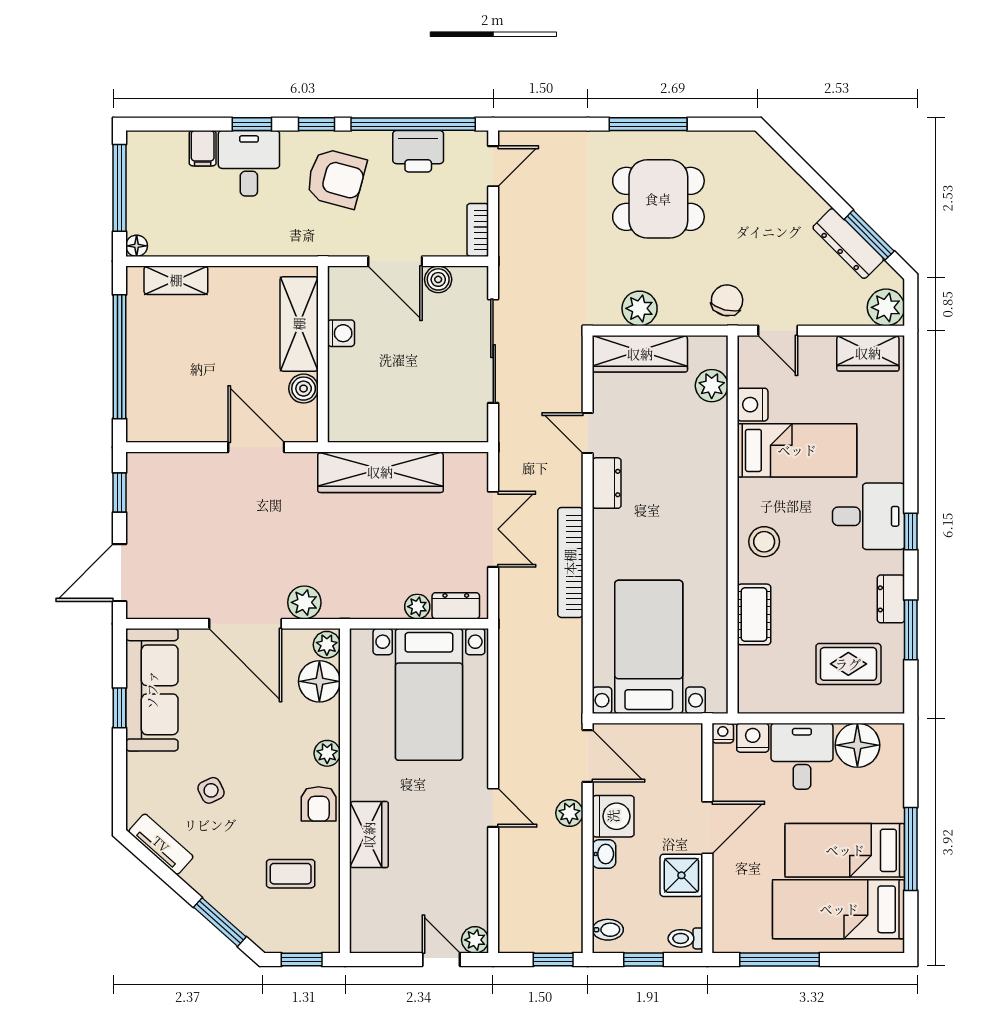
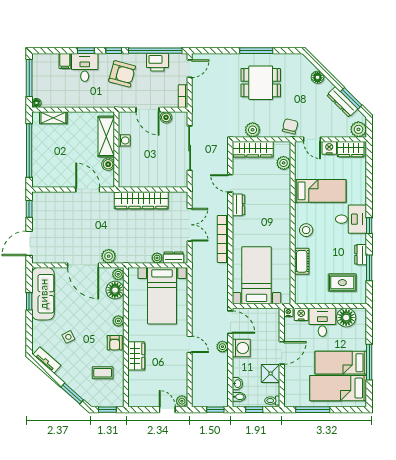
floor lamp: (791, 186) -> (318, 77), added
nightstand: (753, 405) -> (329, 148), moved, turned 90
washbasin: (604, 854) -> (237, 384), moved

